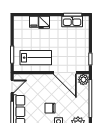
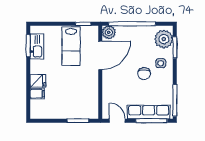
lab bench: (36, 58) -> (71, 46), moved, turned 180

